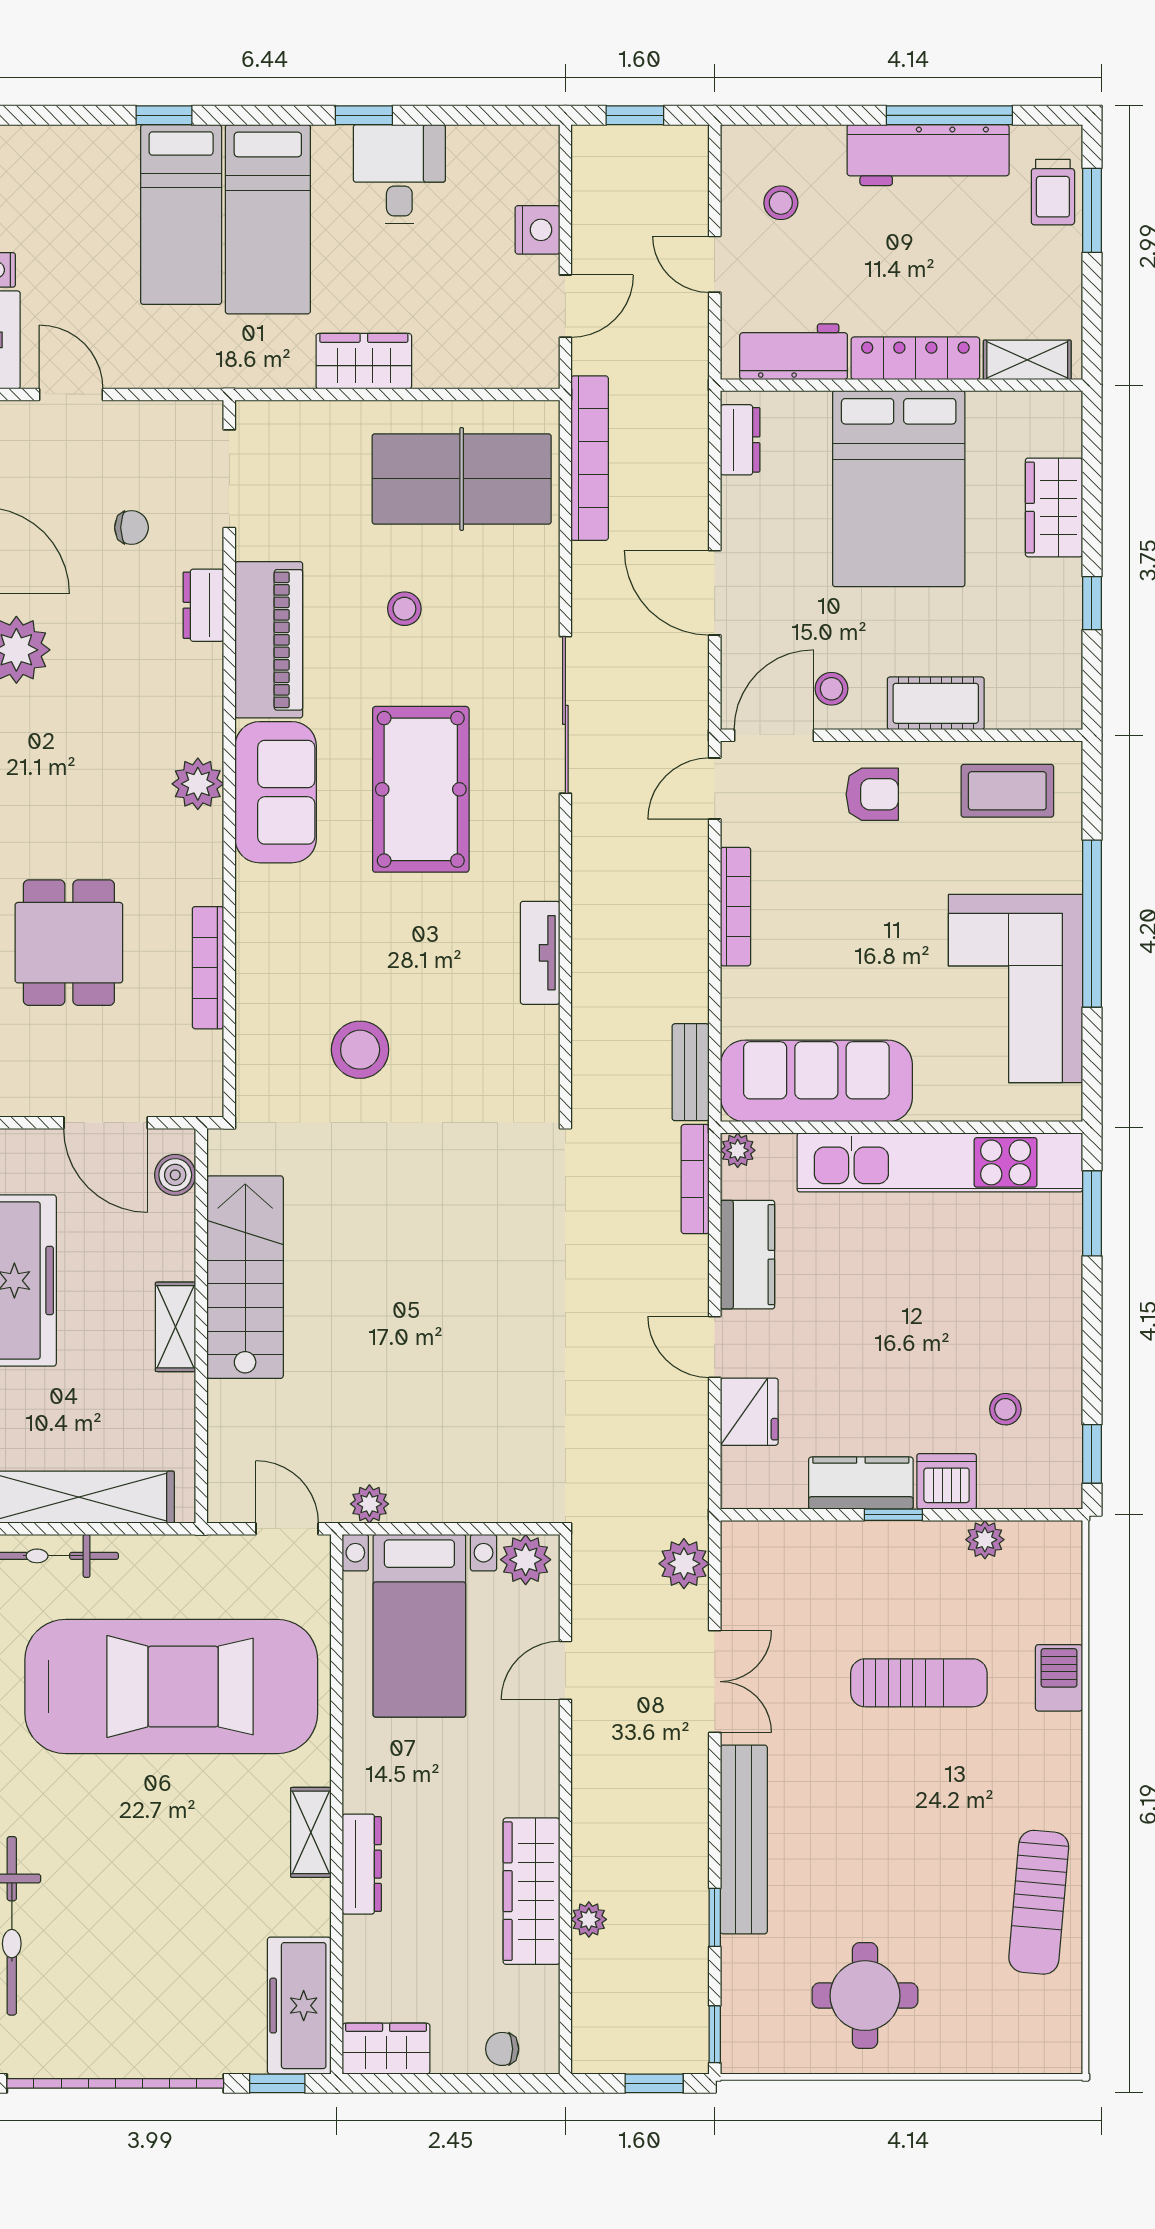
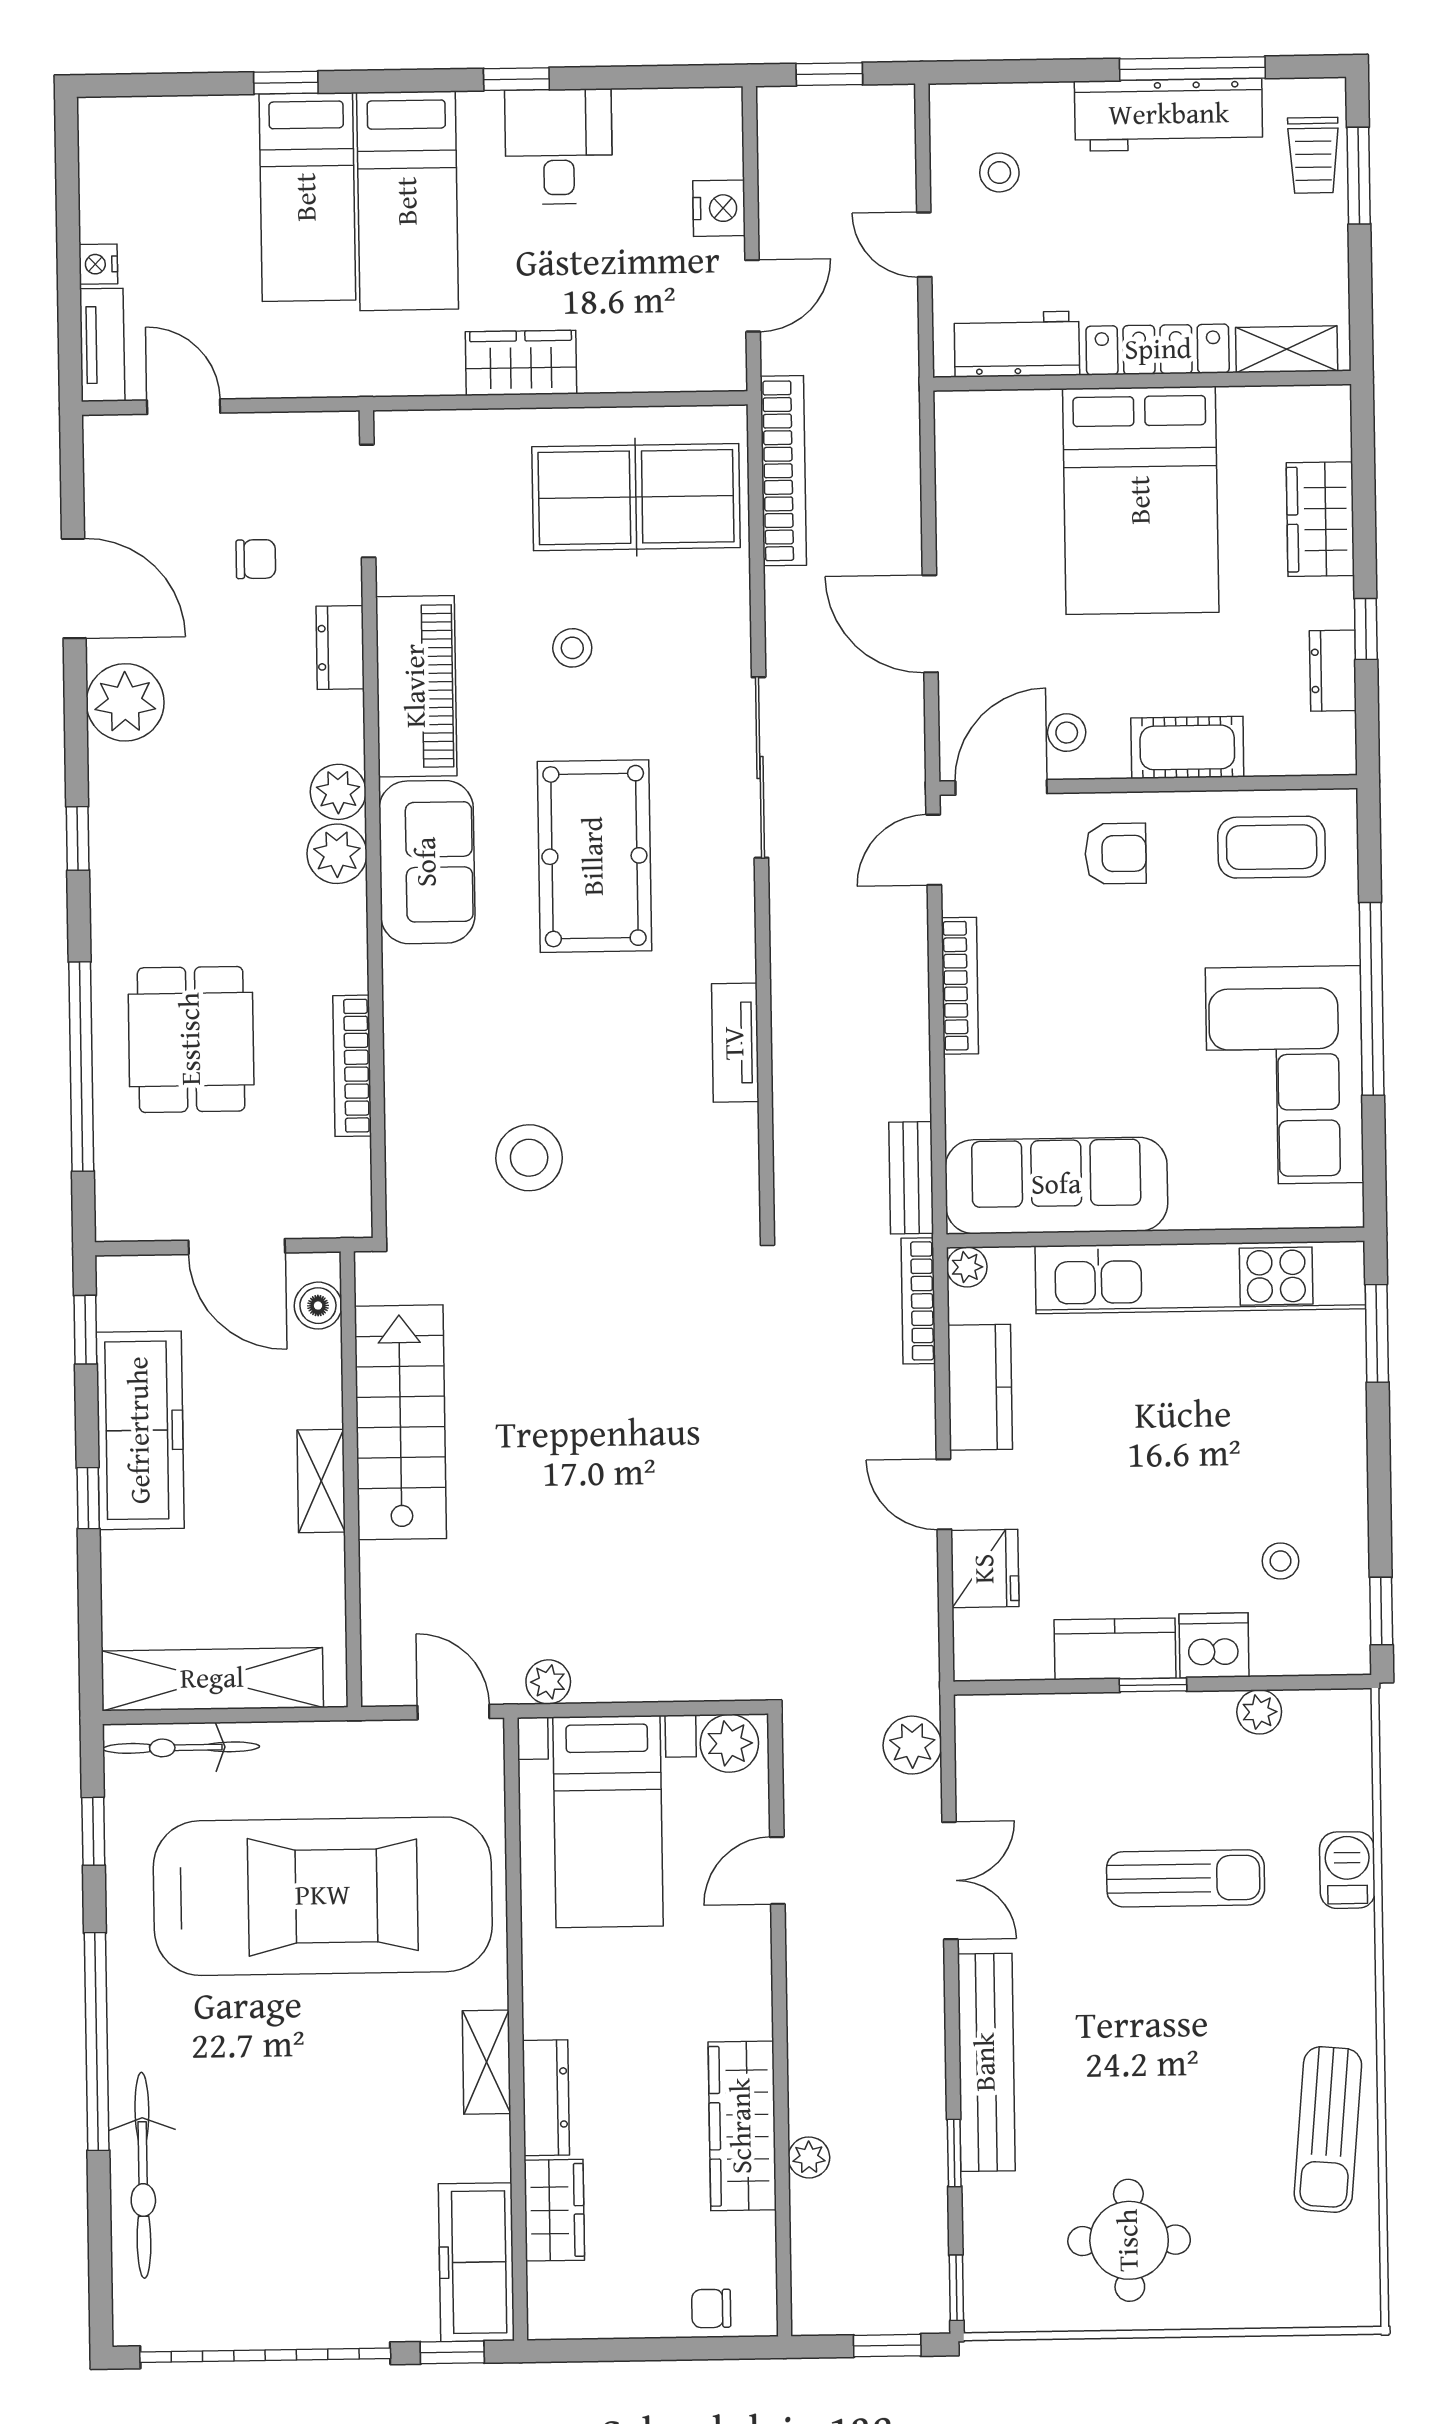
dresser: (740, 440) -> (1333, 671), moved, turned 180
plant: (200, 730) -> (338, 792), added
wardrobe: (386, 2049) -> (554, 2210), moved, turned 90

